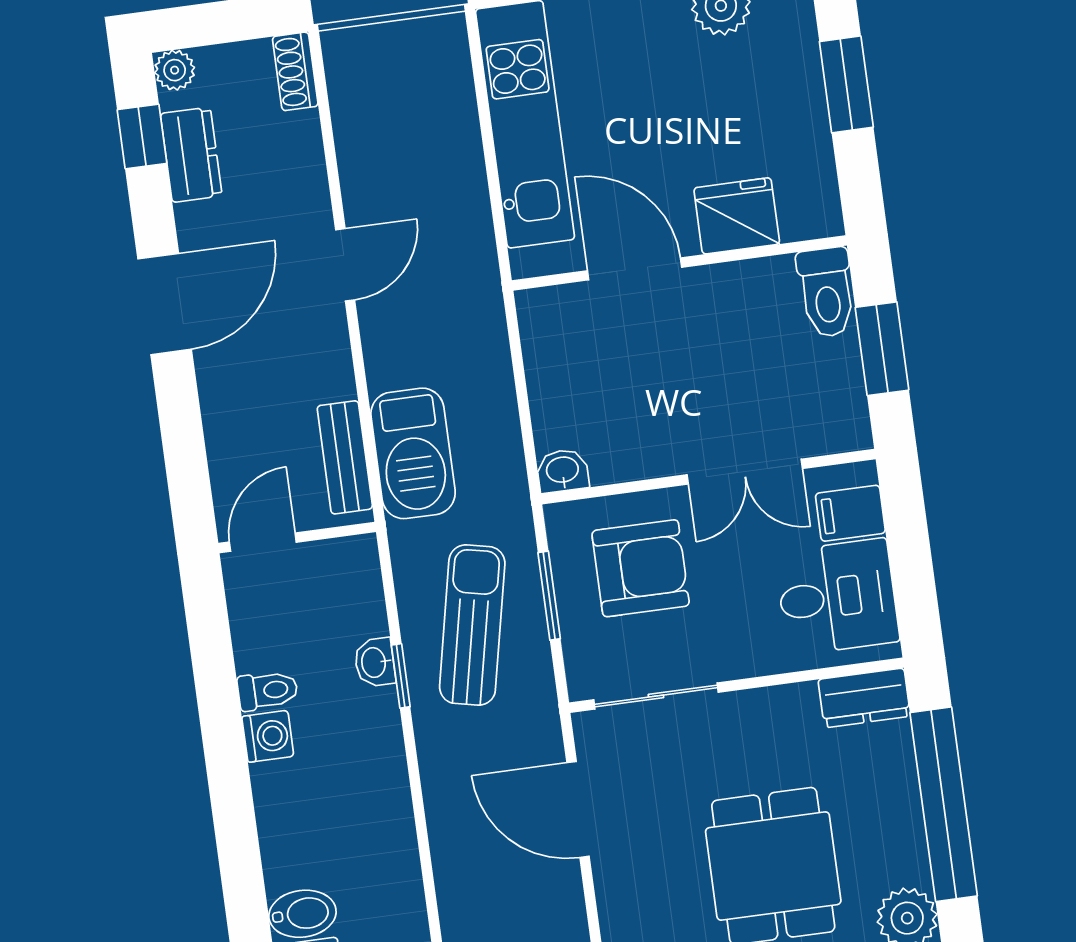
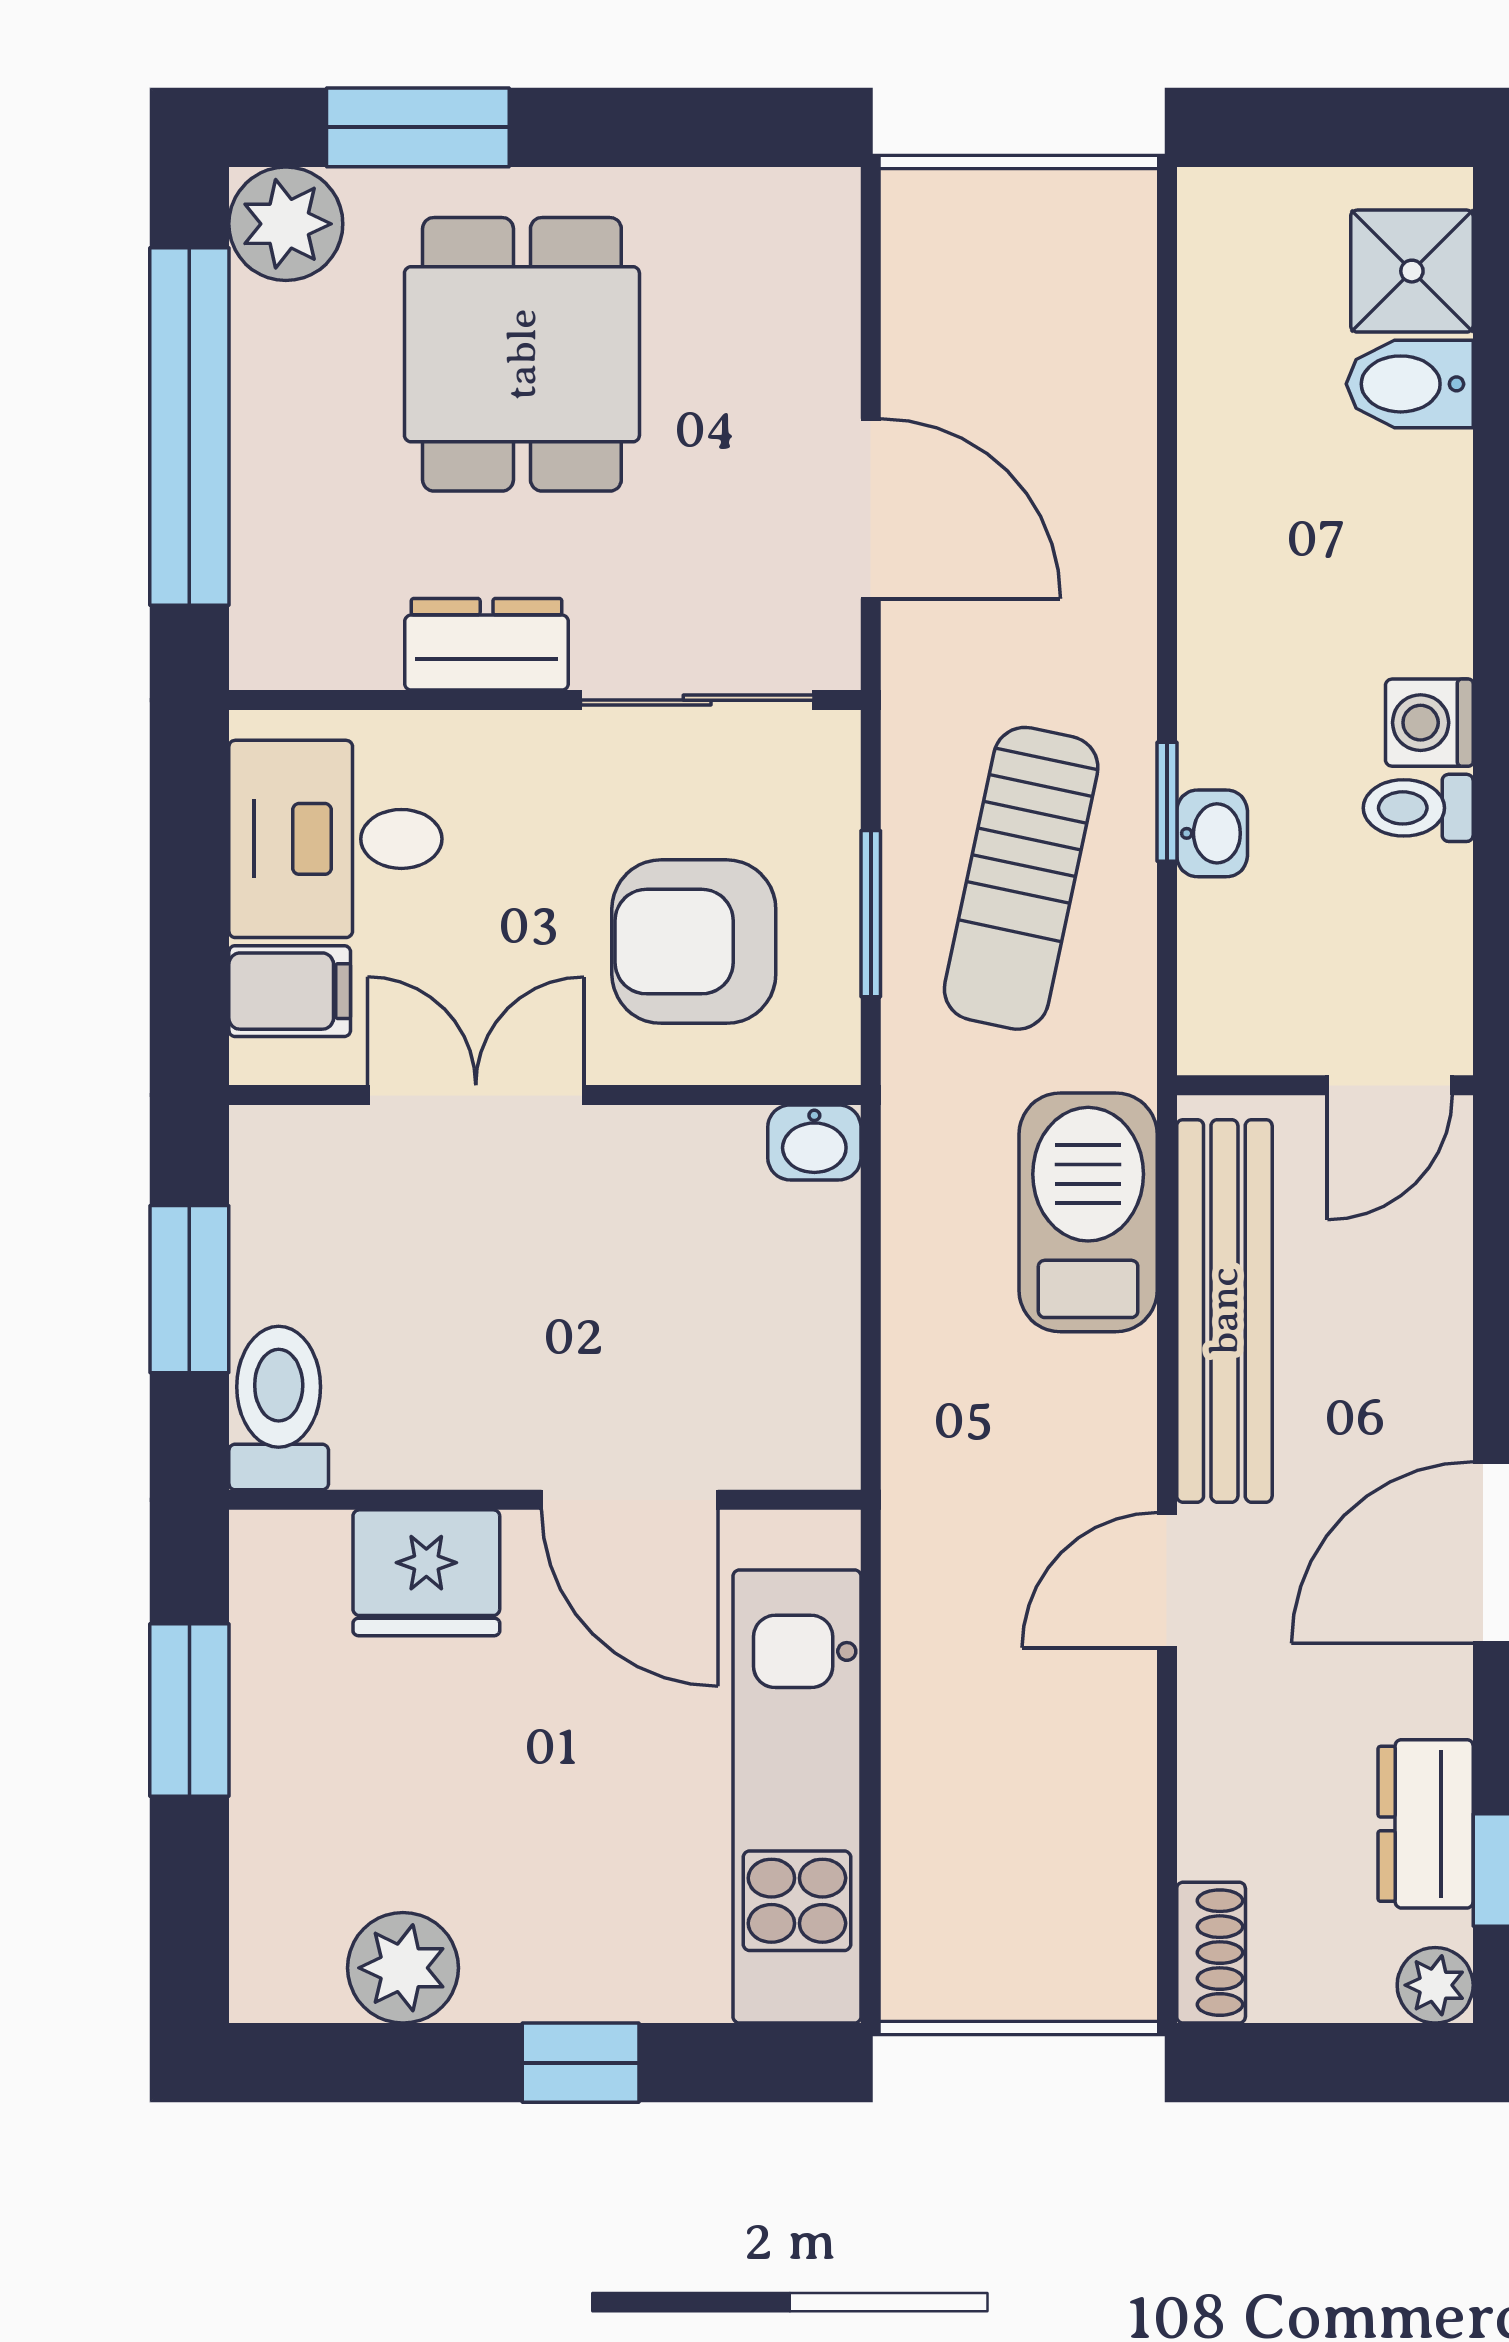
window: (846, 84) -> (189, 1710), moved
bench: (345, 457) -> (1224, 1311), width x1.86, depth x1.21
dresser: (864, 698) -> (487, 644), moved

